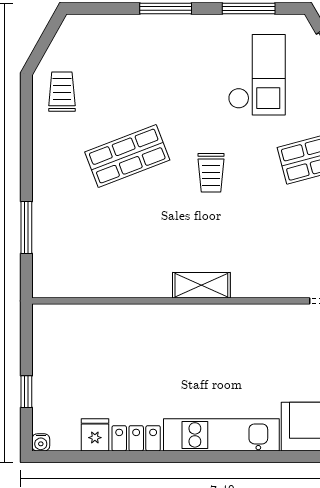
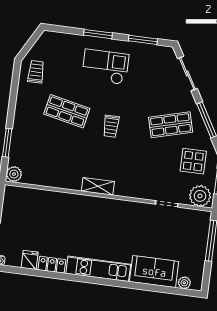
checkout: (257, 75) -> (105, 67), moved, turned -90
shop shelf: (127, 156) -> (67, 111), turned 33
plant: (46, 283) -> (14, 174), added

